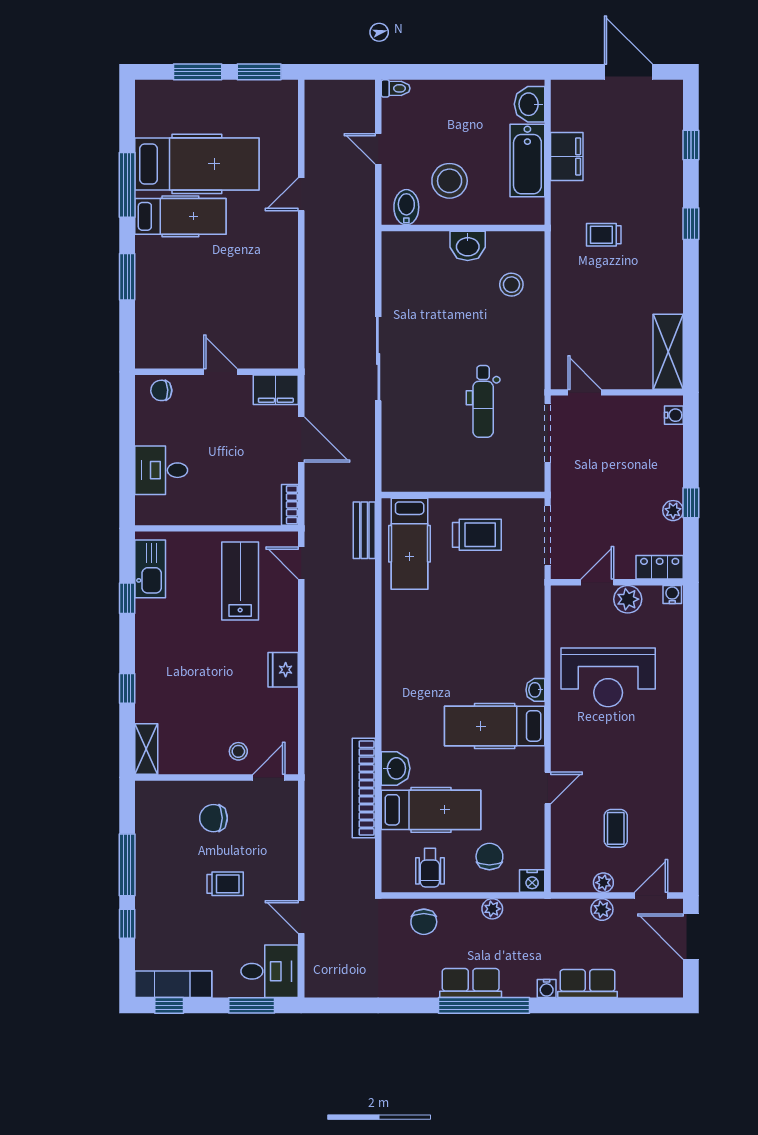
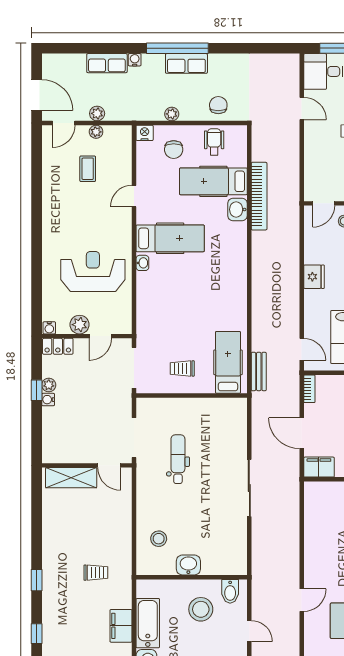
shelving: (668, 352) -> (71, 478), moved, turned 90
water cooler: (674, 415) -> (48, 400), moved
trolley: (477, 535) -> (182, 368), width x0.73, depth x0.72

